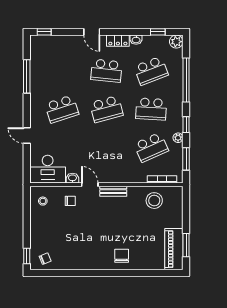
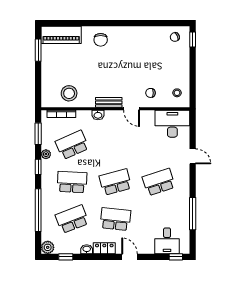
desk: (53, 48) -> (167, 241), added
washbasin: (72, 178) -> (98, 115), moved
piano: (174, 249) -> (61, 35), moved, turned 90

